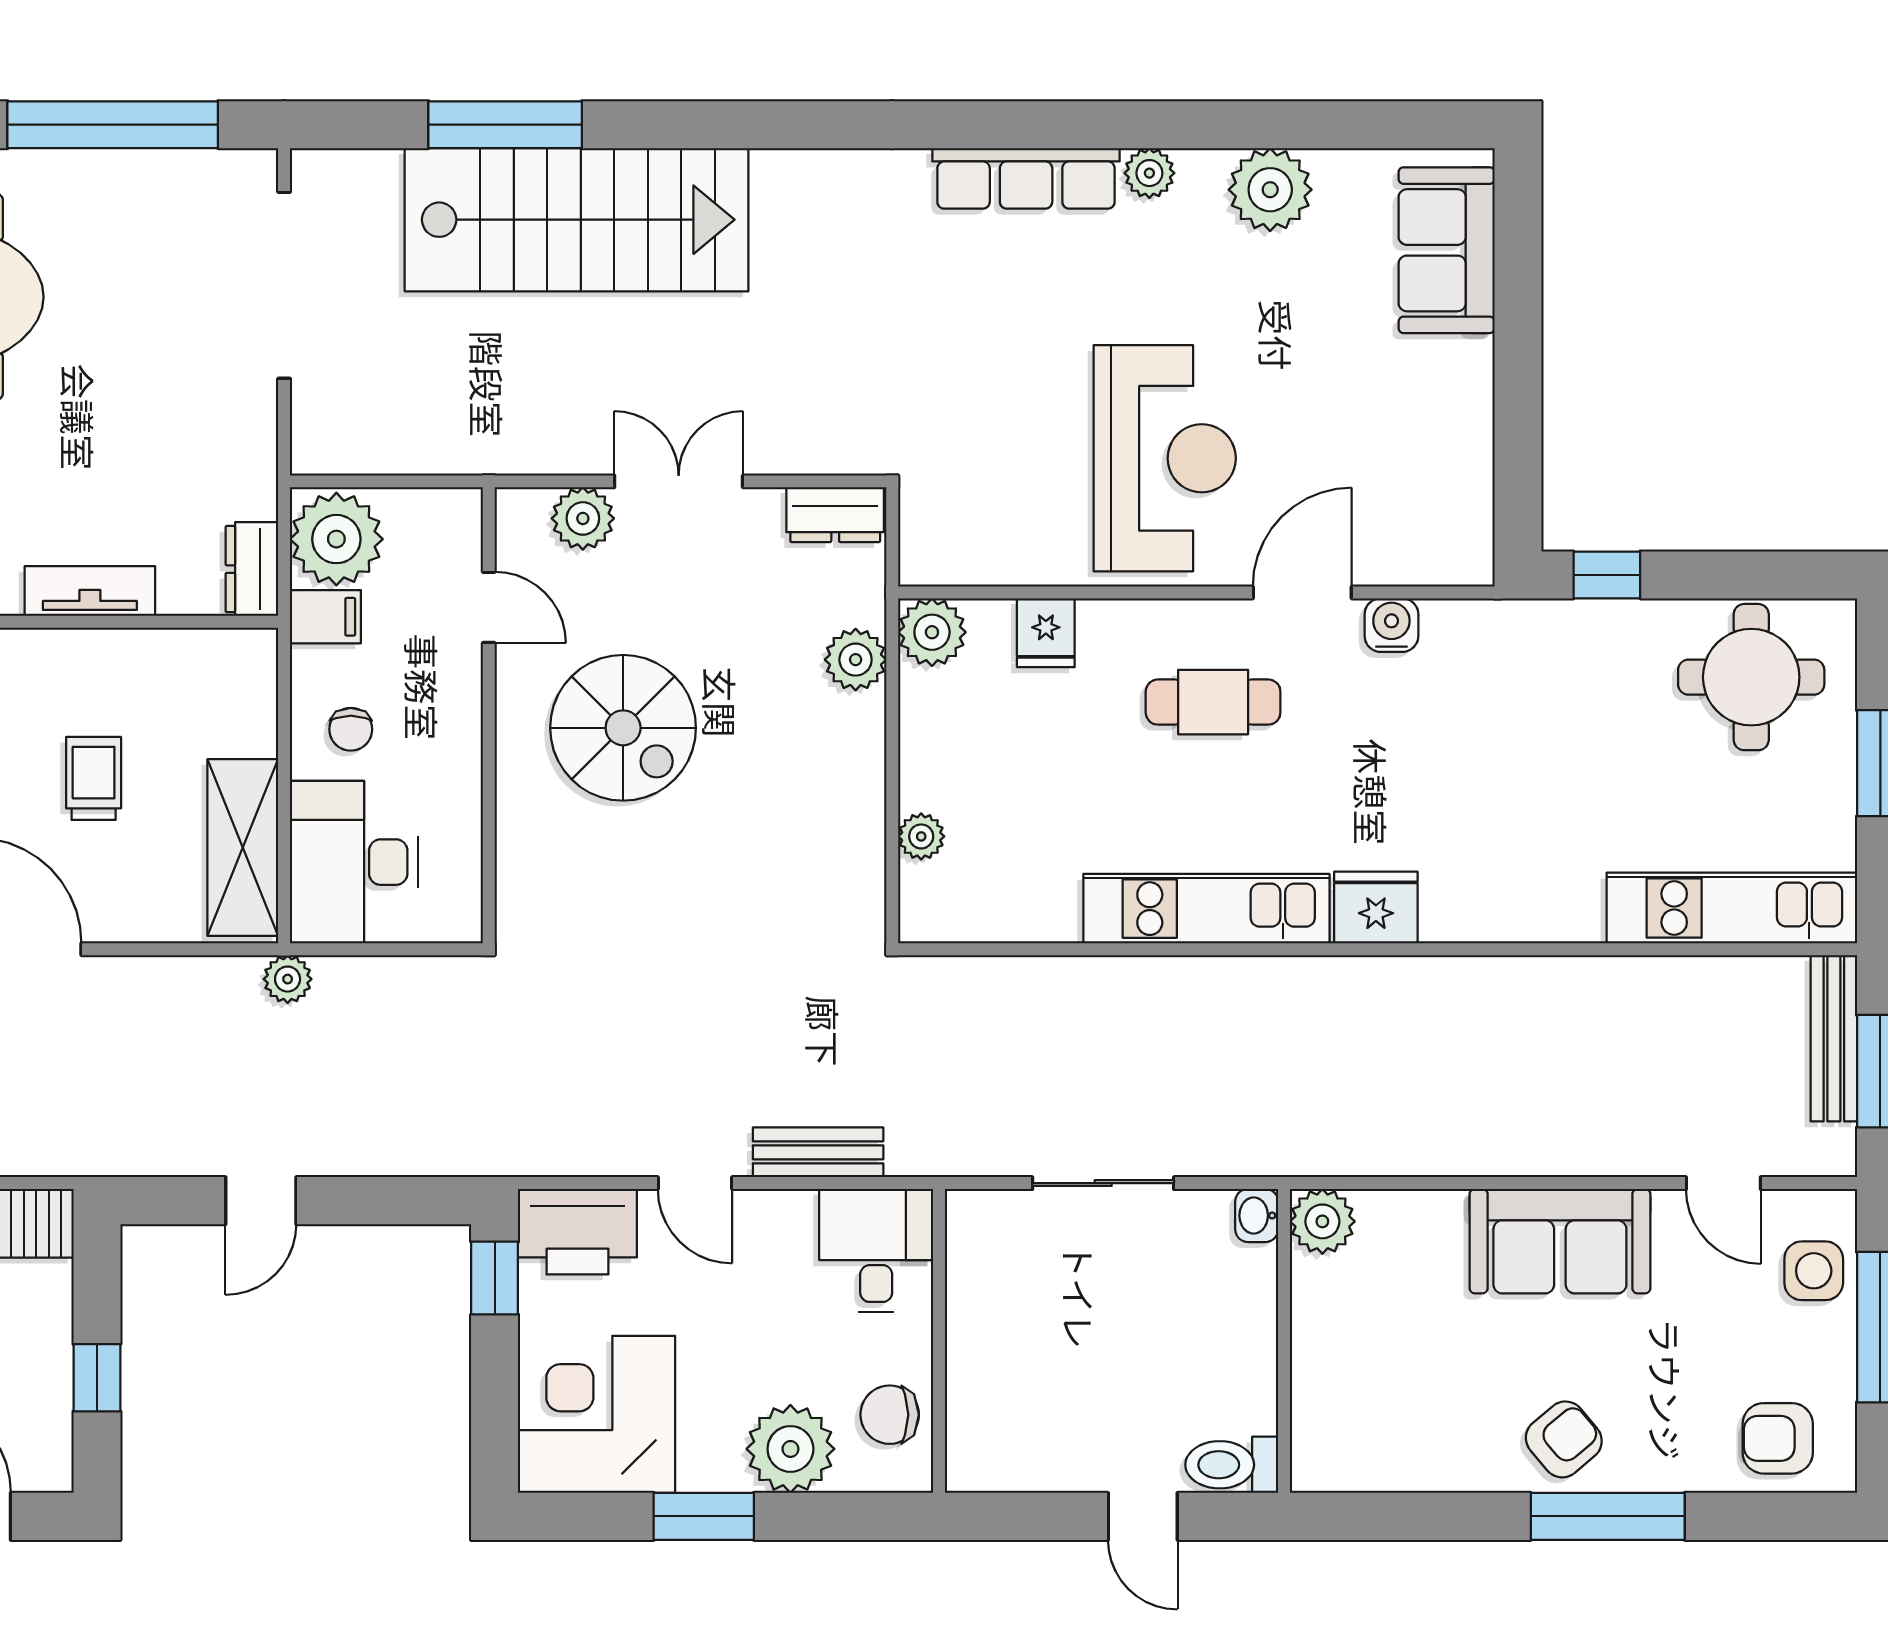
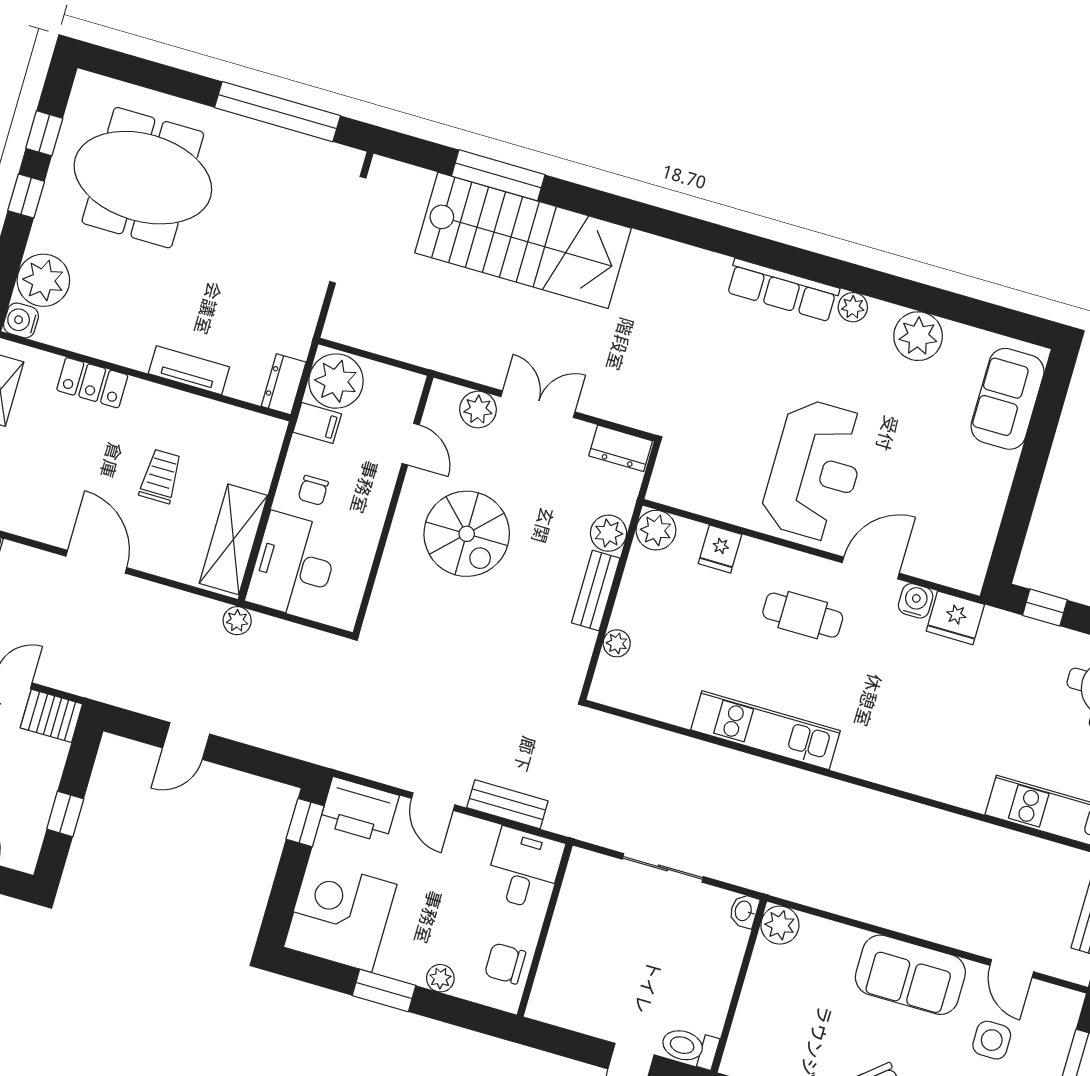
bench: (862, 760) -> (596, 590), added
fridge: (1376, 907) -> (955, 618), moved, turned 180
side table: (1814, 1271) -> (992, 1040), moved
plant: (790, 1449) -> (440, 978), width x0.53, depth x0.53

